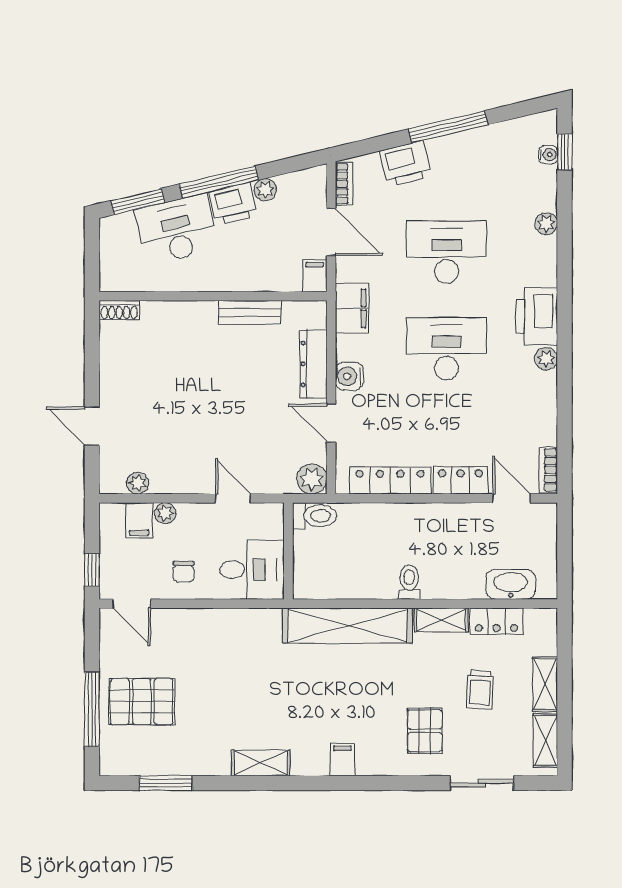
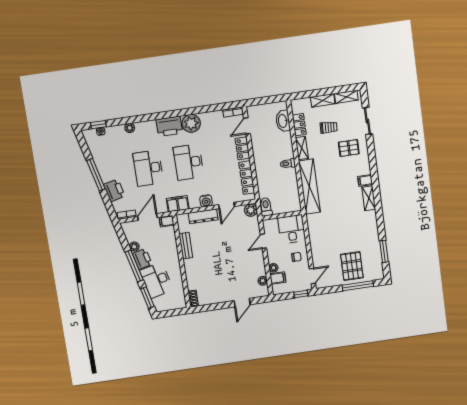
plant: (546, 359) -> (191, 123), width x1.88, depth x1.88
shelving: (261, 763) -> (369, 198), moved

